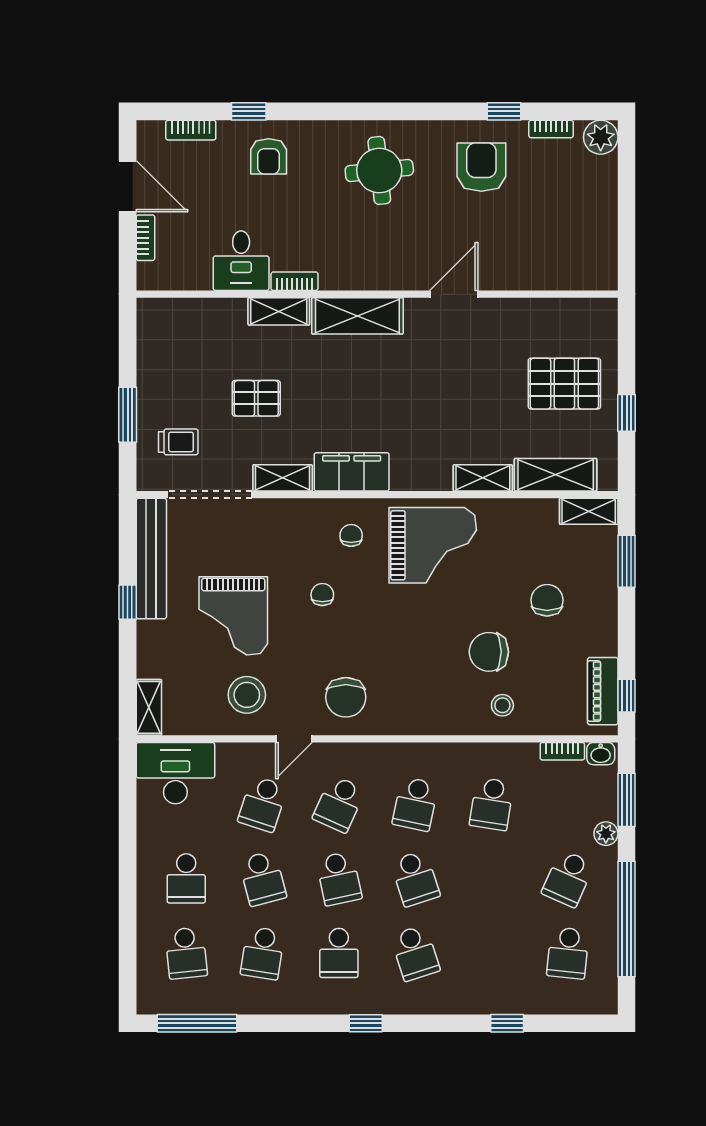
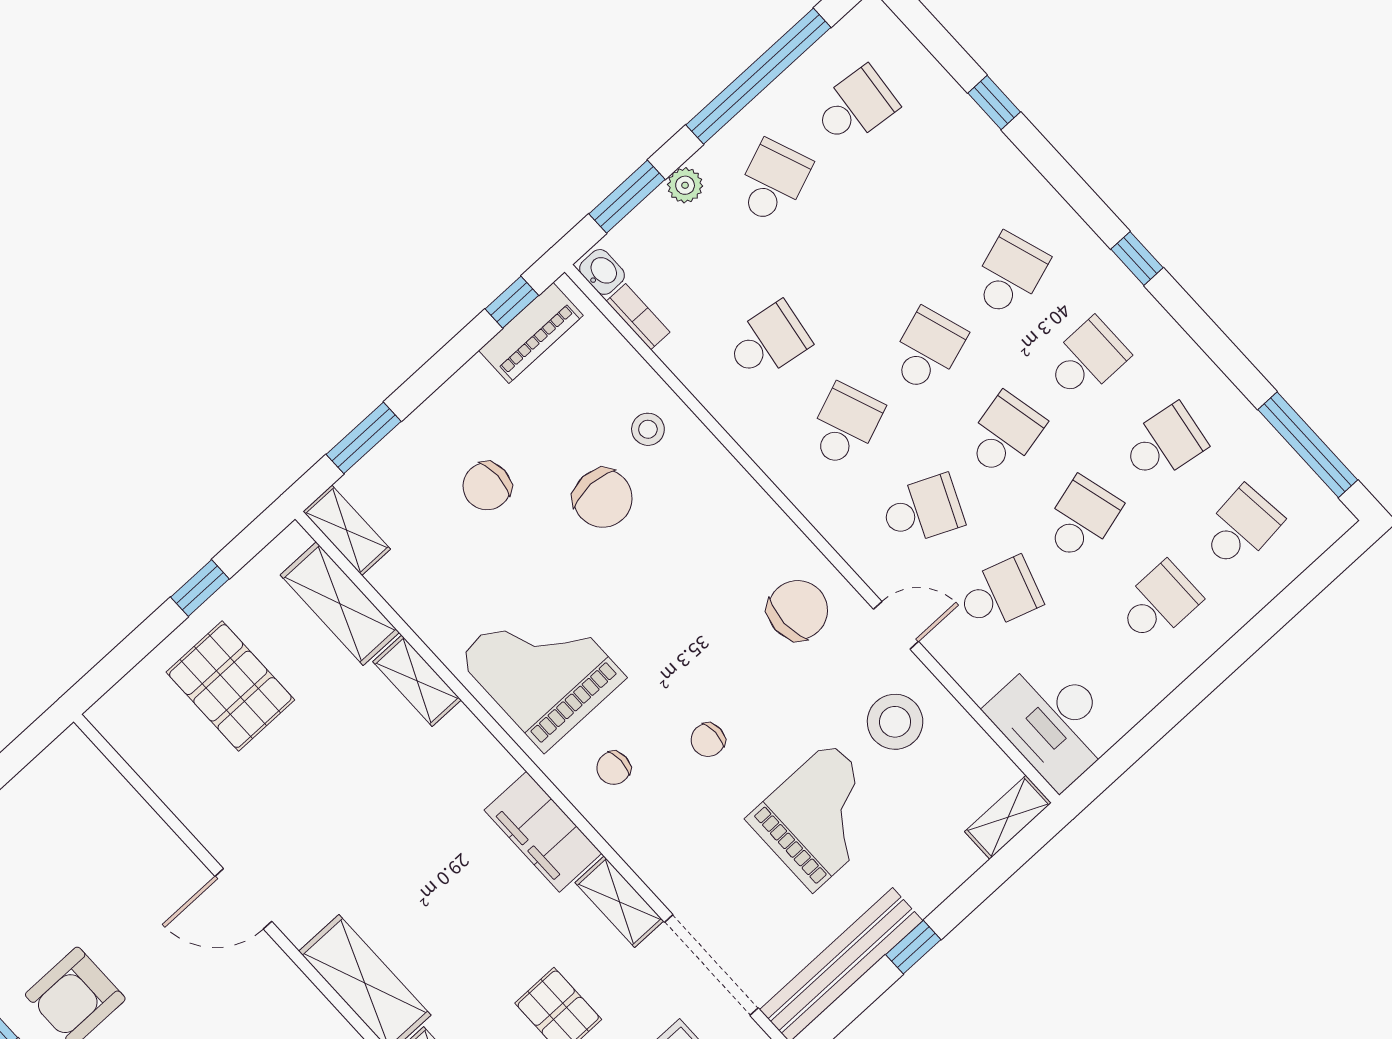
school desk: (415, 804) -> (845, 426), turned -33
school desk: (568, 878) -> (773, 182), turned -45

